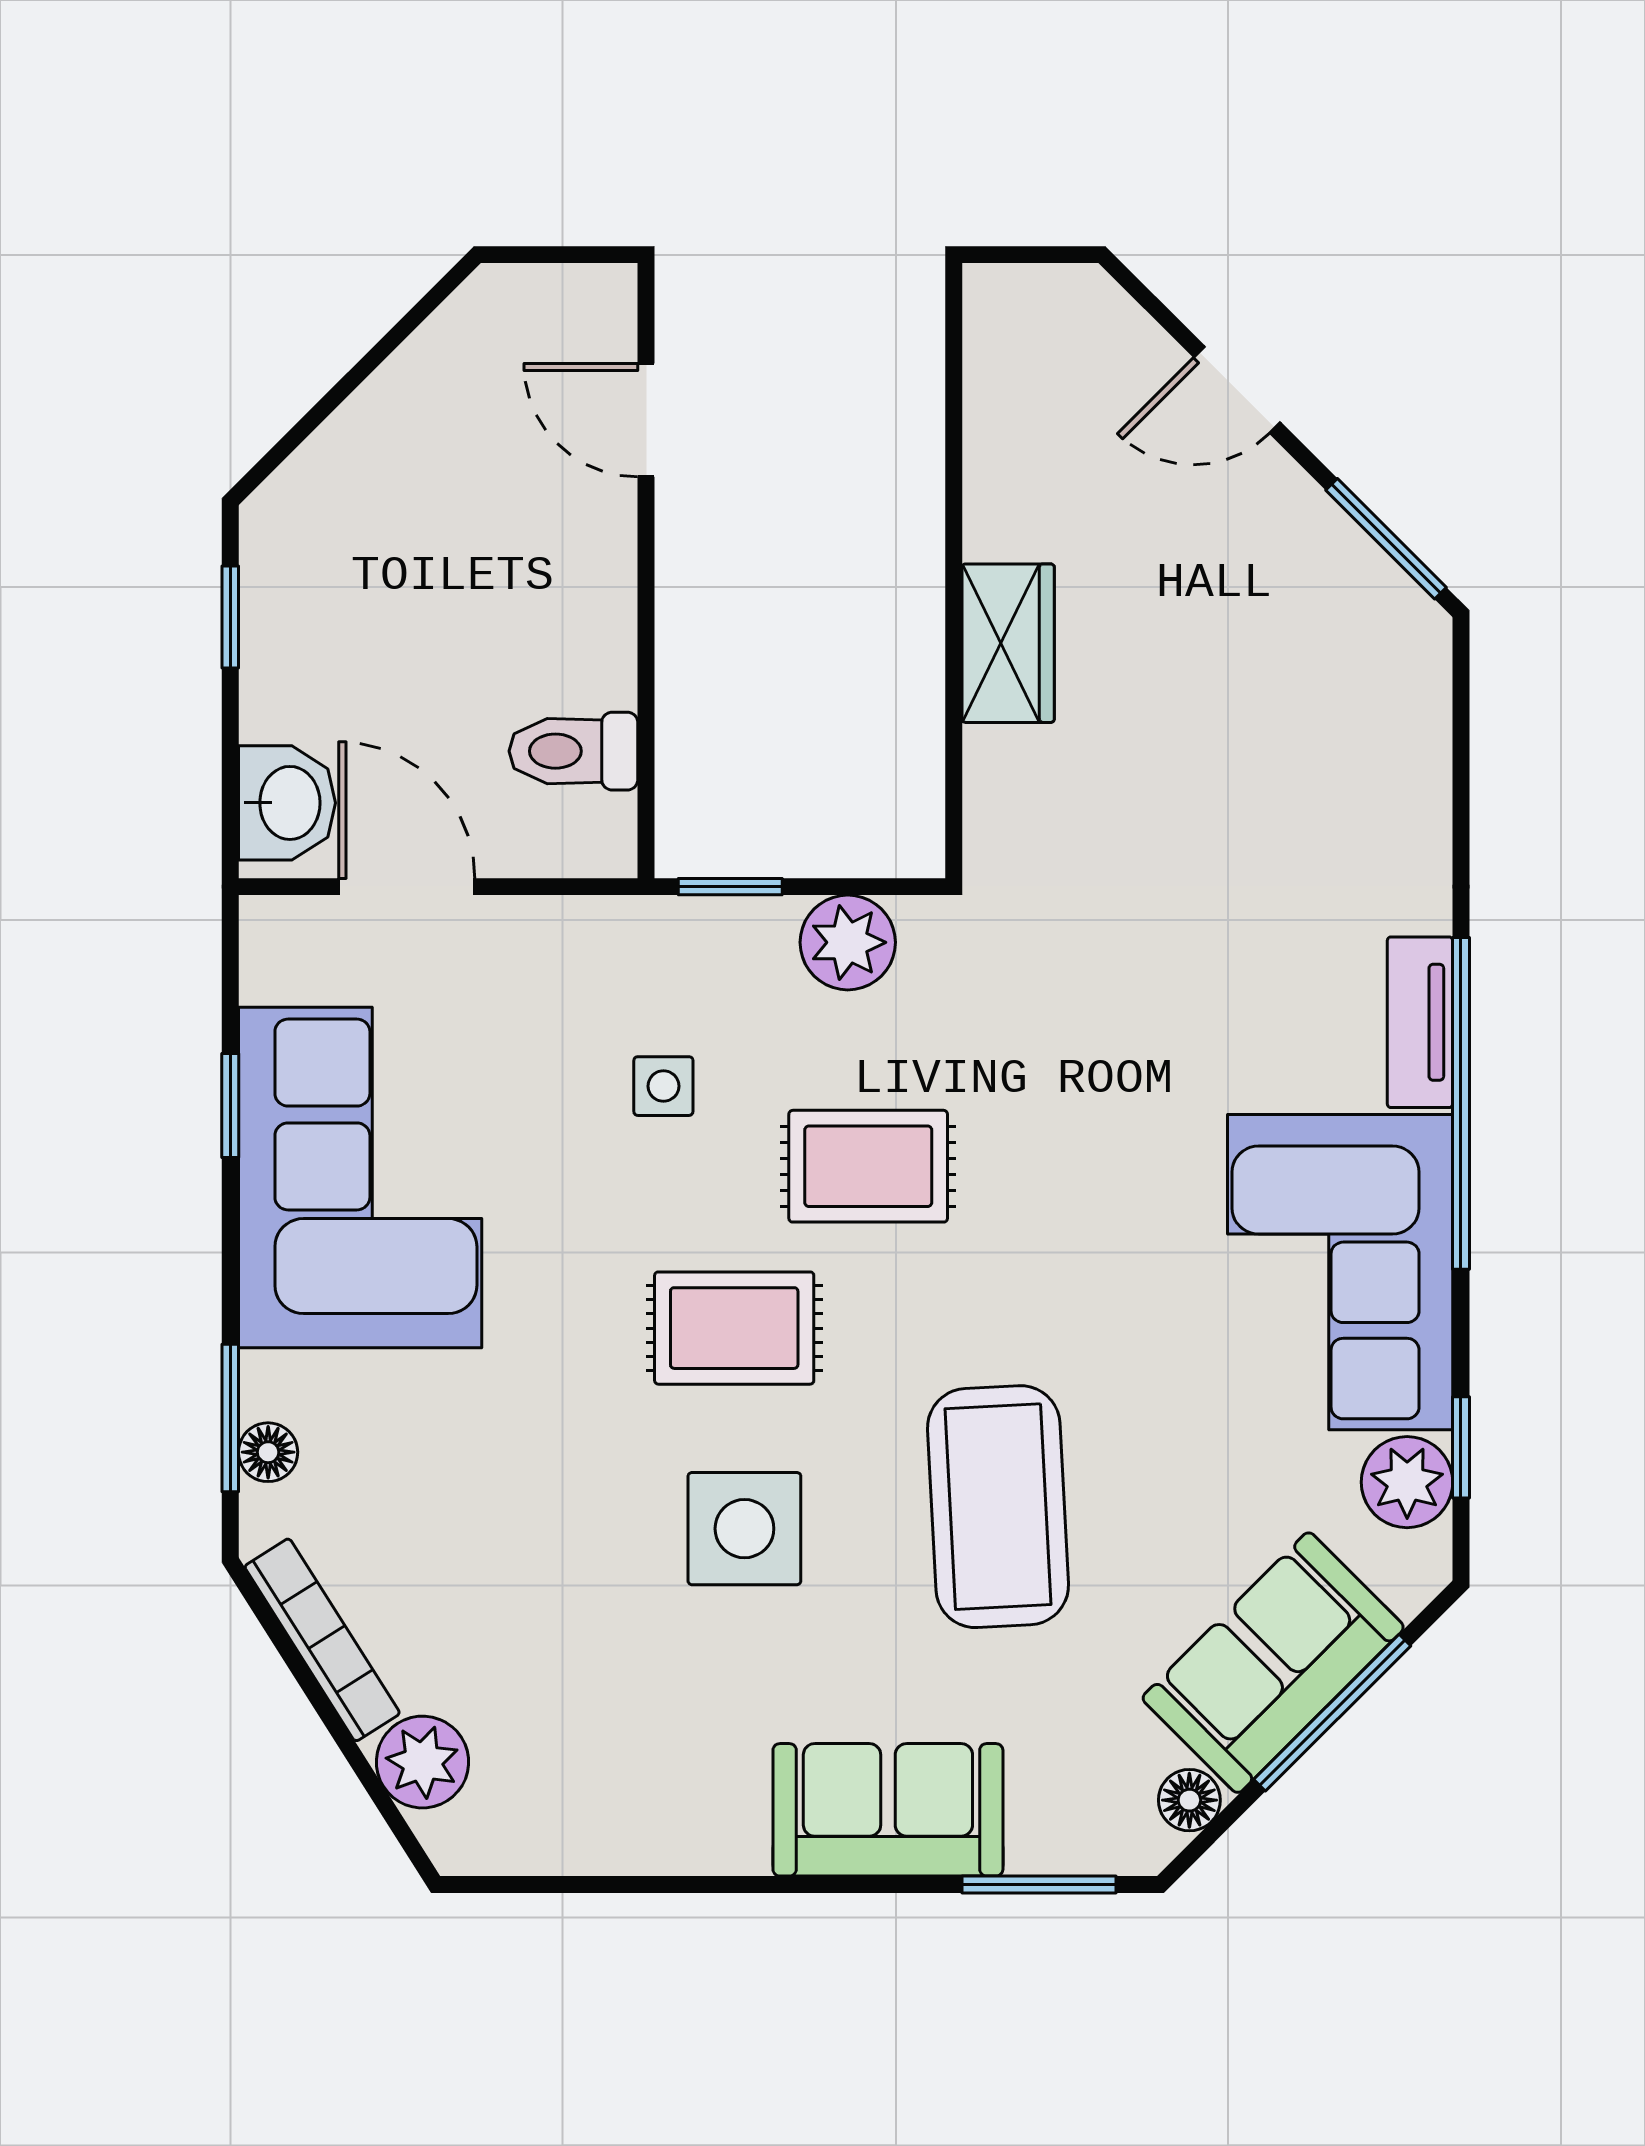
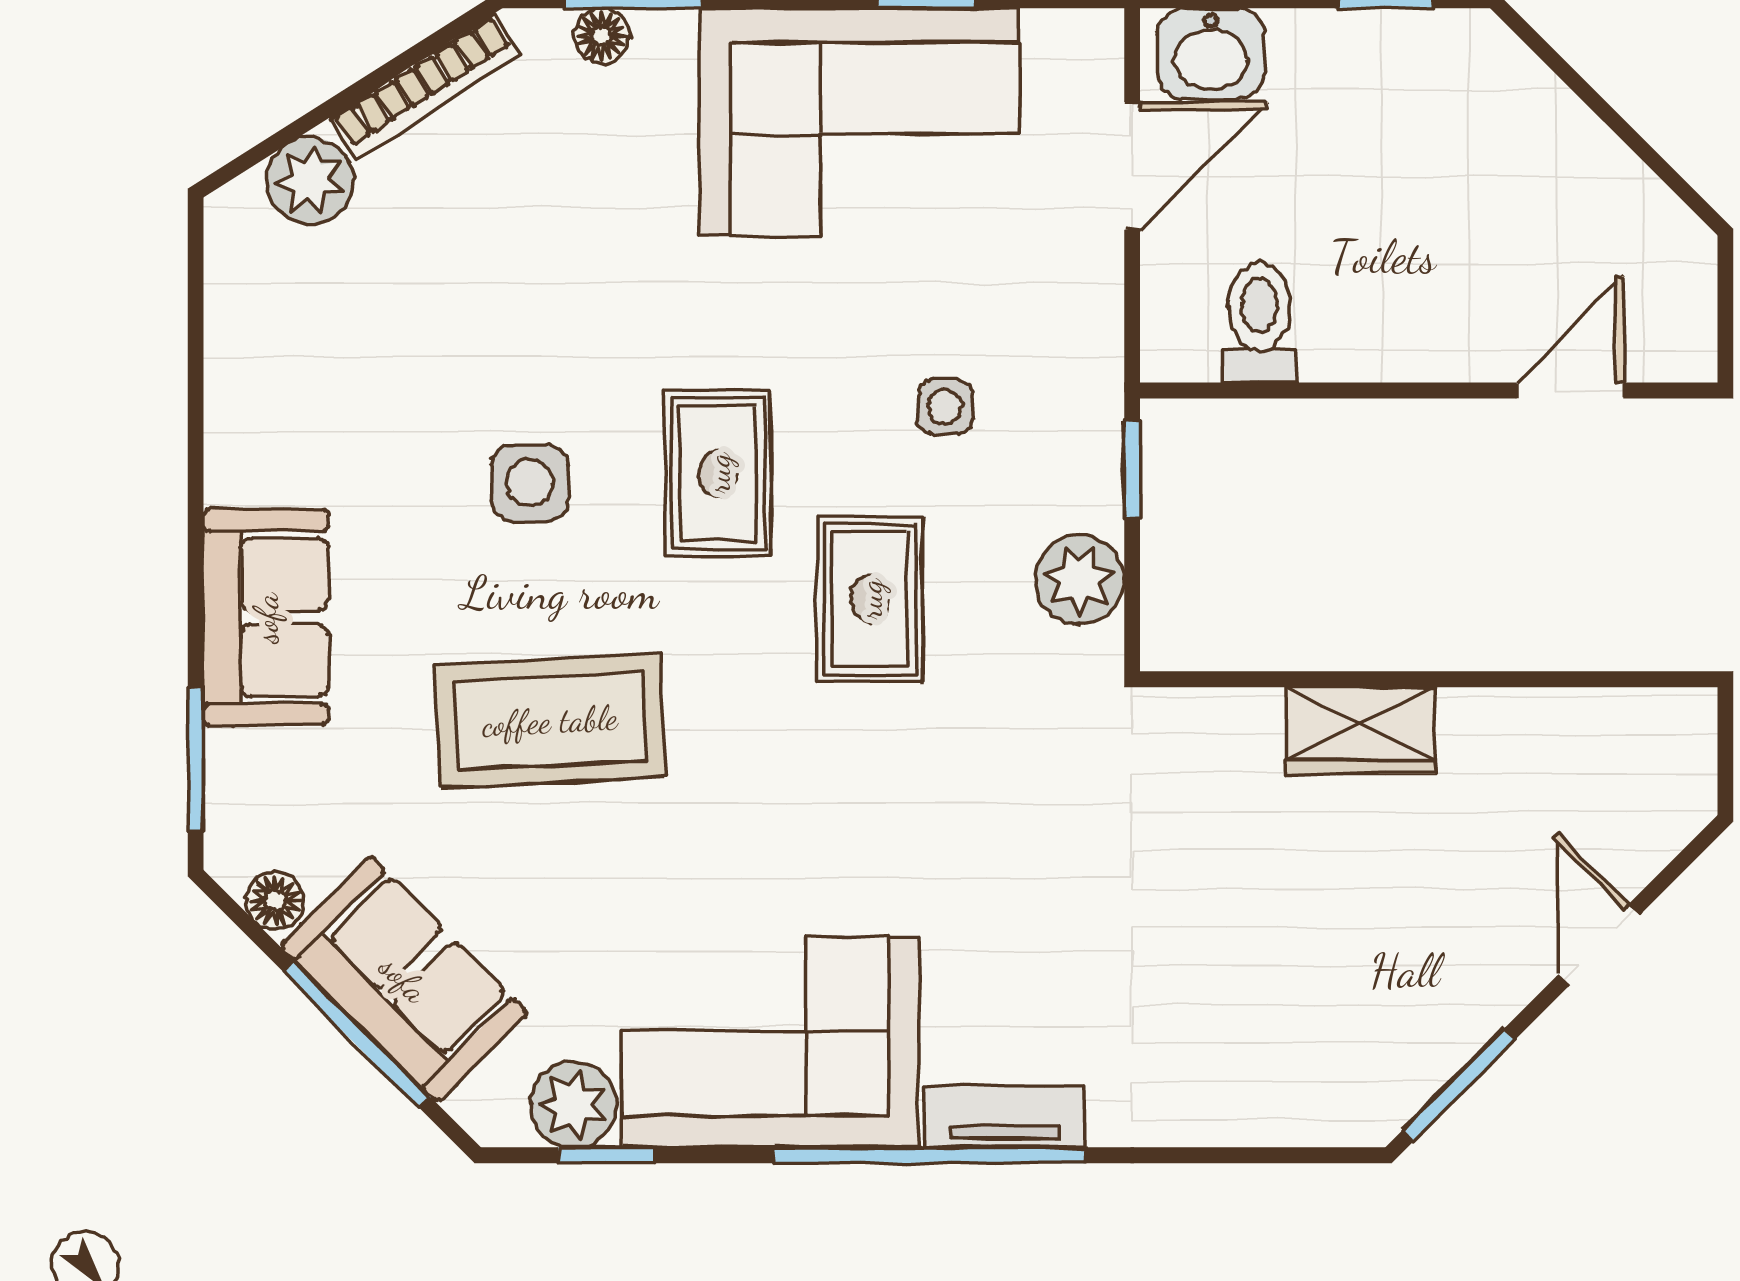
side table: (744, 1529) -> (530, 483), width x0.73, depth x0.73

